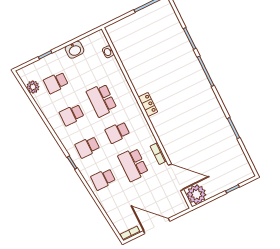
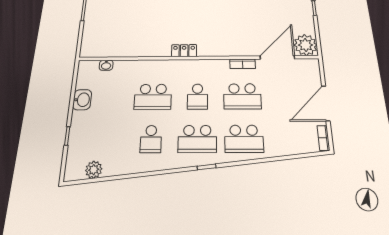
school desk: (56, 83) -> (105, 139), removed
school desk: (87, 147) -> (197, 139), width x1.85
school desk: (103, 179) -> (244, 139), width x1.85

